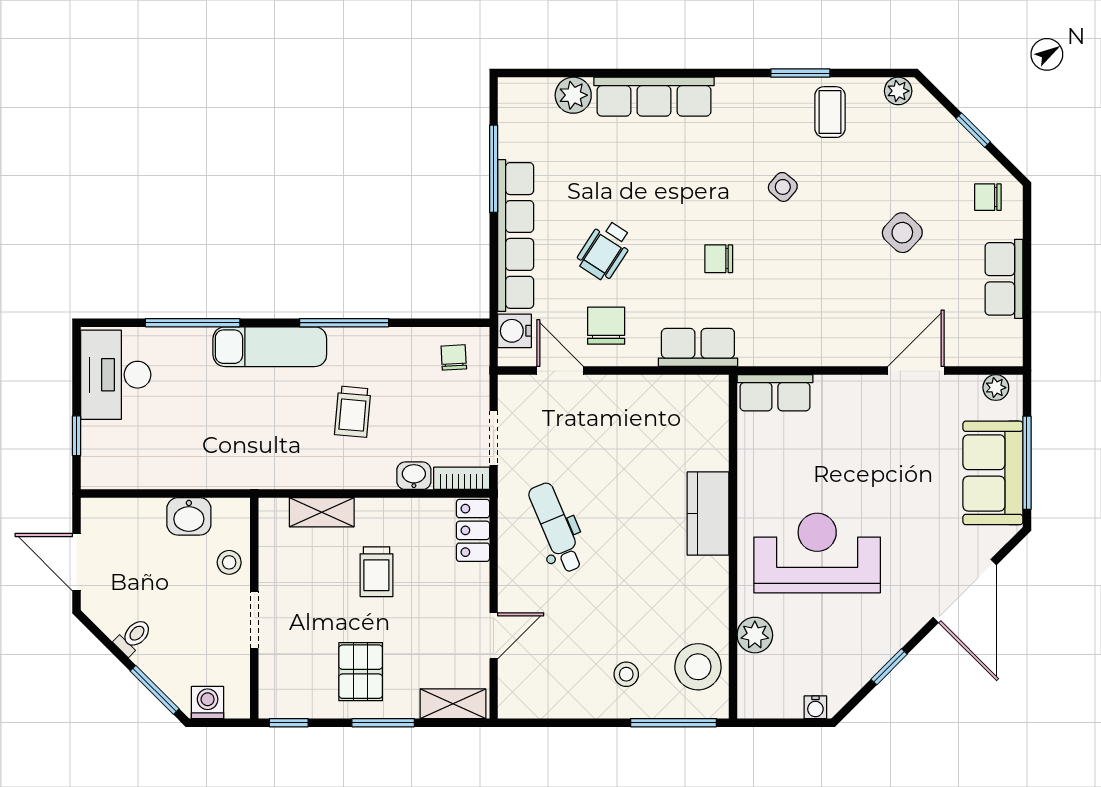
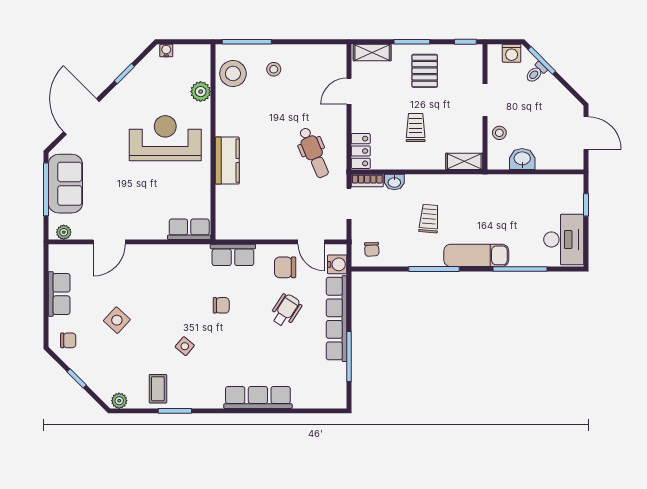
plant: (573, 95) -> (304, 398), removed
chair: (606, 326) -> (285, 267), turned 90
shelving: (322, 512) -> (464, 161), moved
reception desk: (817, 553) -> (165, 138), turned 180
toilet: (133, 637) -> (536, 73), moved

